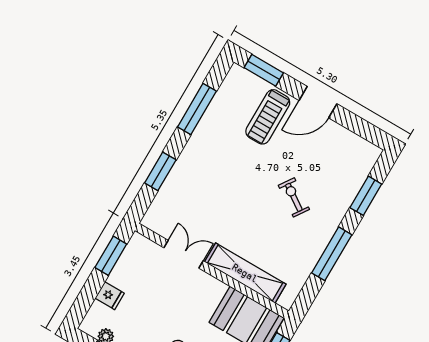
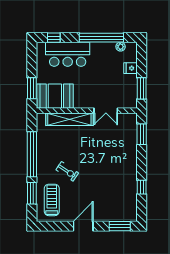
window: (197, 109) -> (142, 187), width x0.46
treadmill: (268, 117) -> (52, 200), moved
window: (160, 171) -> (142, 134), moved
window: (332, 254) -> (32, 154), width x1.46

